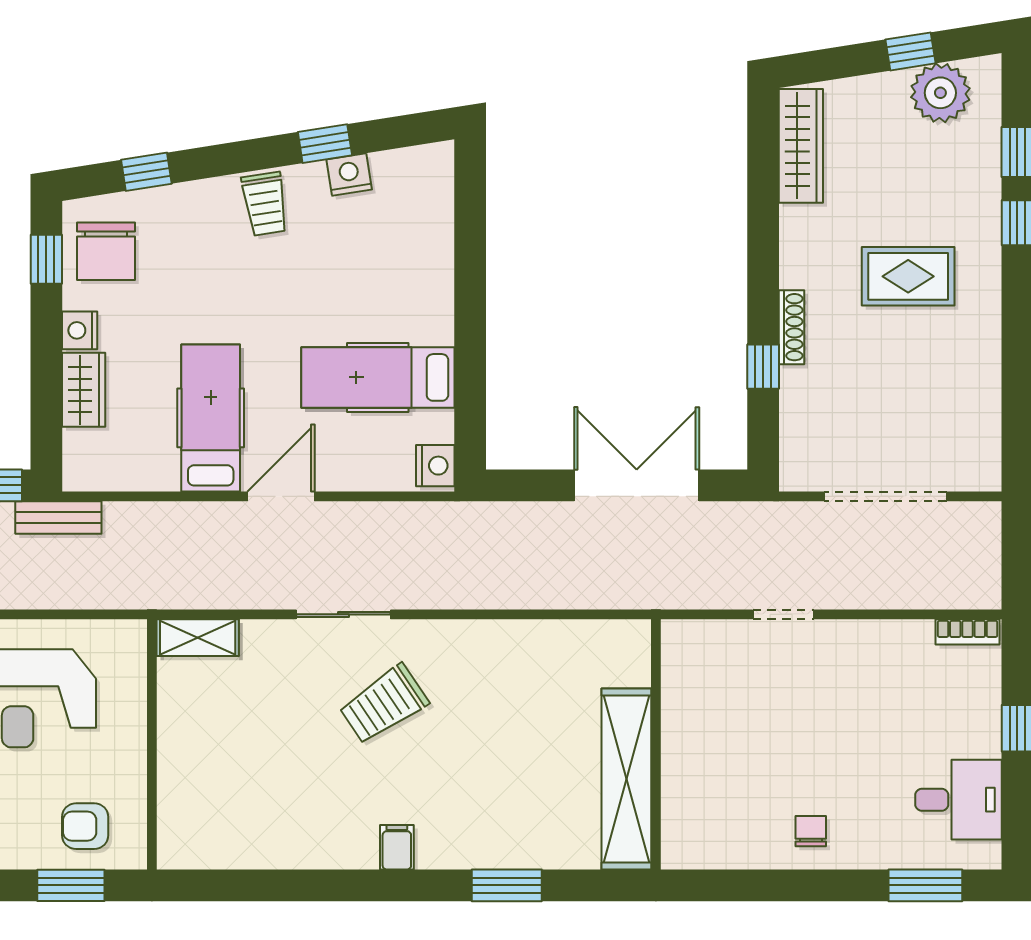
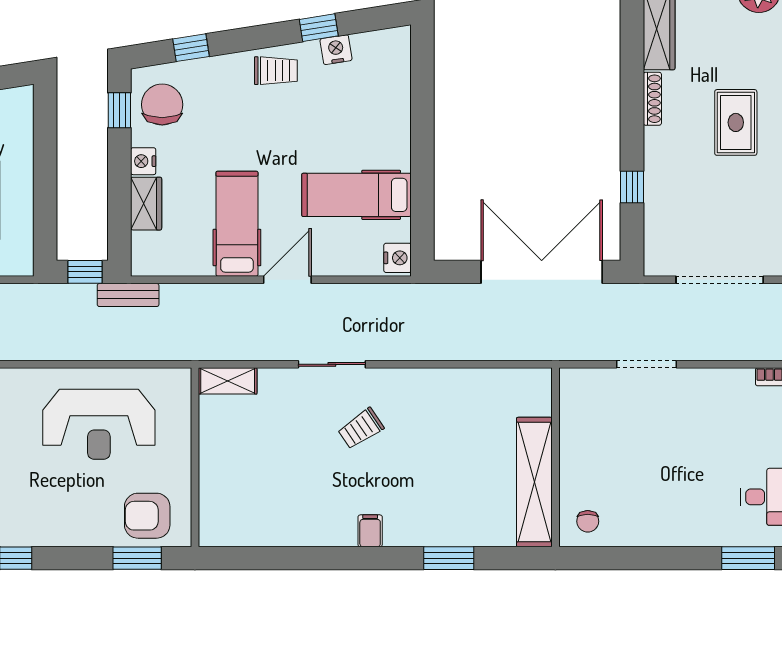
trolley: (265, 204) -> (276, 71), turned -81
chair: (106, 251) -> (162, 105), turned 180
rug: (908, 276) -> (736, 122), turned 90
shoe rack: (791, 327) -> (652, 99), moved
double door: (637, 485) -> (542, 272), width x1.36
doorway: (783, 614) -> (646, 364), width x1.38
trolley: (384, 704) -> (361, 429), width x0.73, depth x0.72
armchair: (85, 826) -> (147, 516), width x1.38, depth x1.38
chair: (811, 831) -> (588, 521), moved, turned 180

